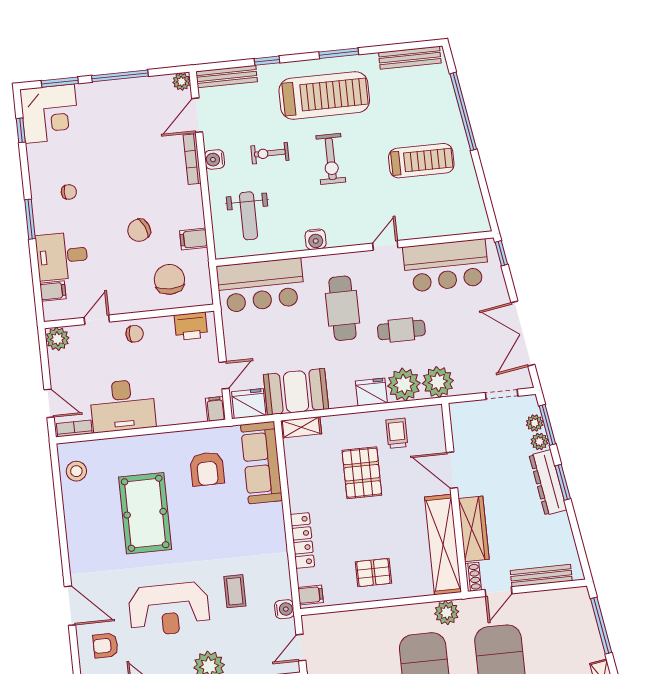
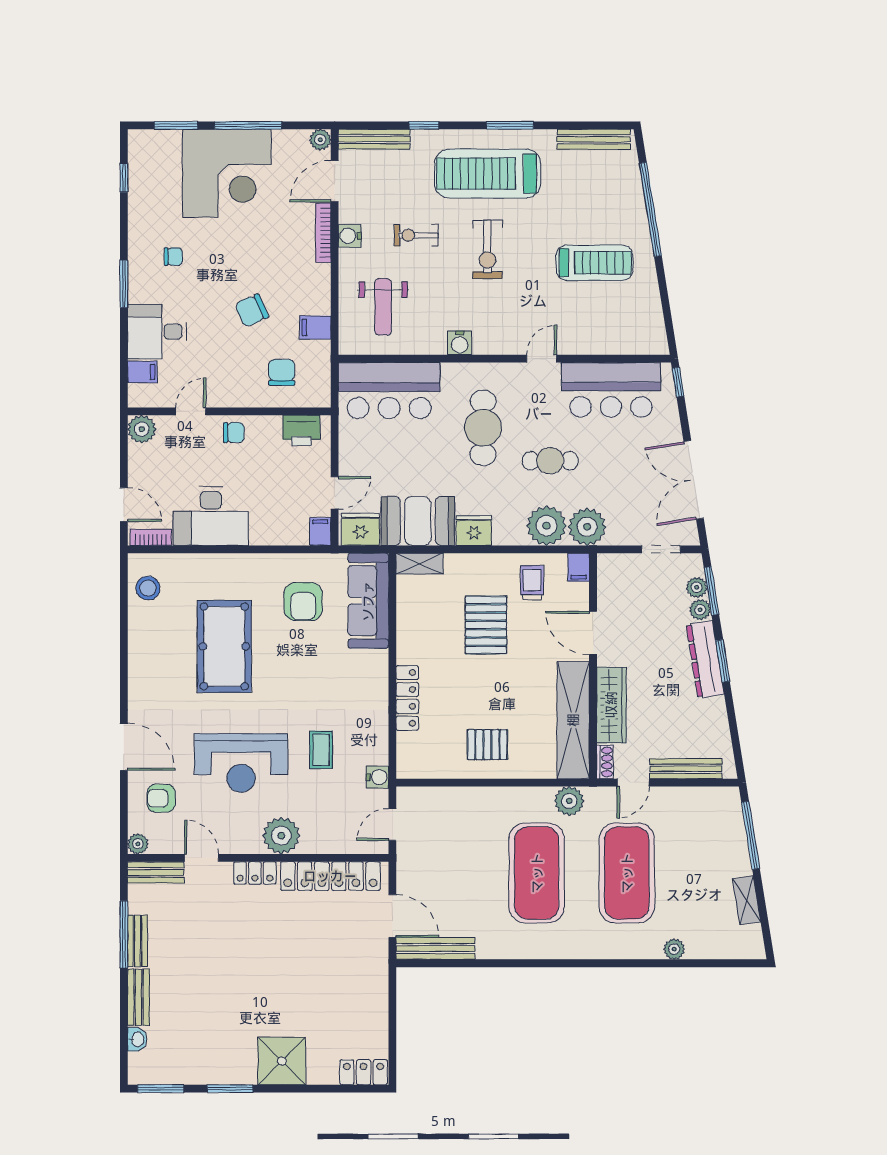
treadmill: (324, 95) -> (488, 174), turned 180
corner desk: (50, 114) -> (227, 173), moved, width x1.36, depth x1.36
chair: (169, 279) -> (282, 372), width x0.73, depth x0.73
fridge: (371, 392) -> (474, 530), moved
filing cabinet: (311, 595) -> (579, 567), moved, turned 90

